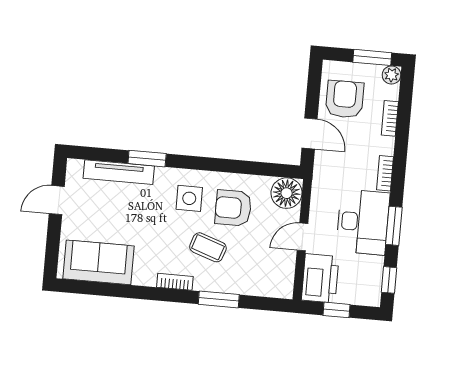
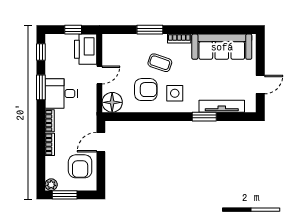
bookcase: (390, 118) -> (50, 144), moved
door: (310, 133) -> (101, 142), hinge flipped
desk: (363, 222) -> (61, 94), width x0.73
sofa: (98, 262) -> (222, 47), width x1.36

